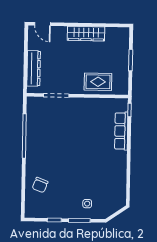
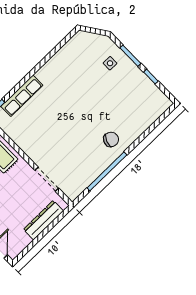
chair: (40, 185) -> (111, 139), moved

